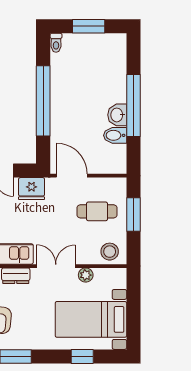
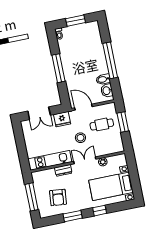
window: (43, 101) -> (58, 68), width x0.68
washbasin: (117, 115) -> (107, 91), moved
stool: (110, 252) -> (80, 138), moved
window: (82, 356) -> (100, 211), moved

